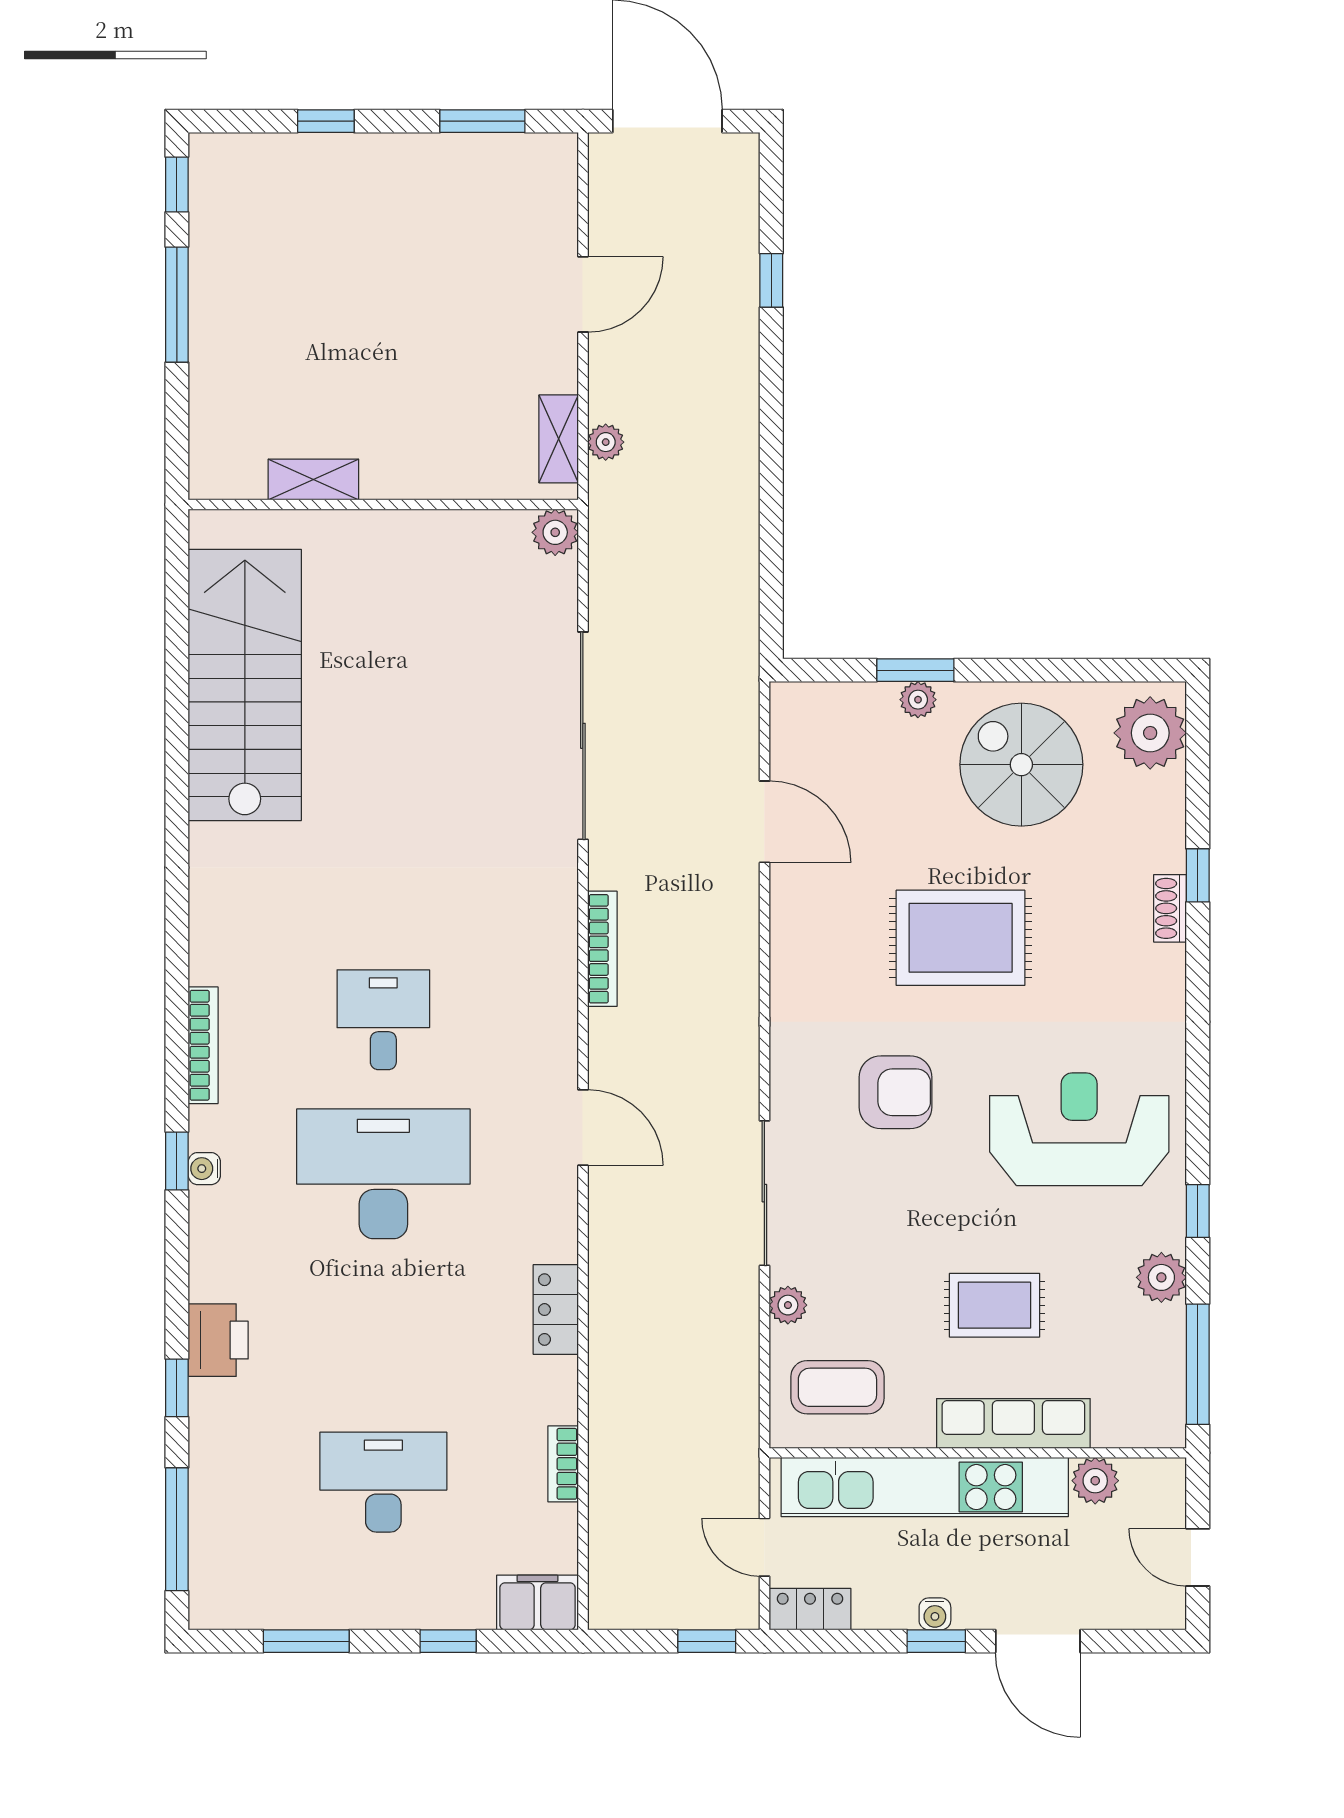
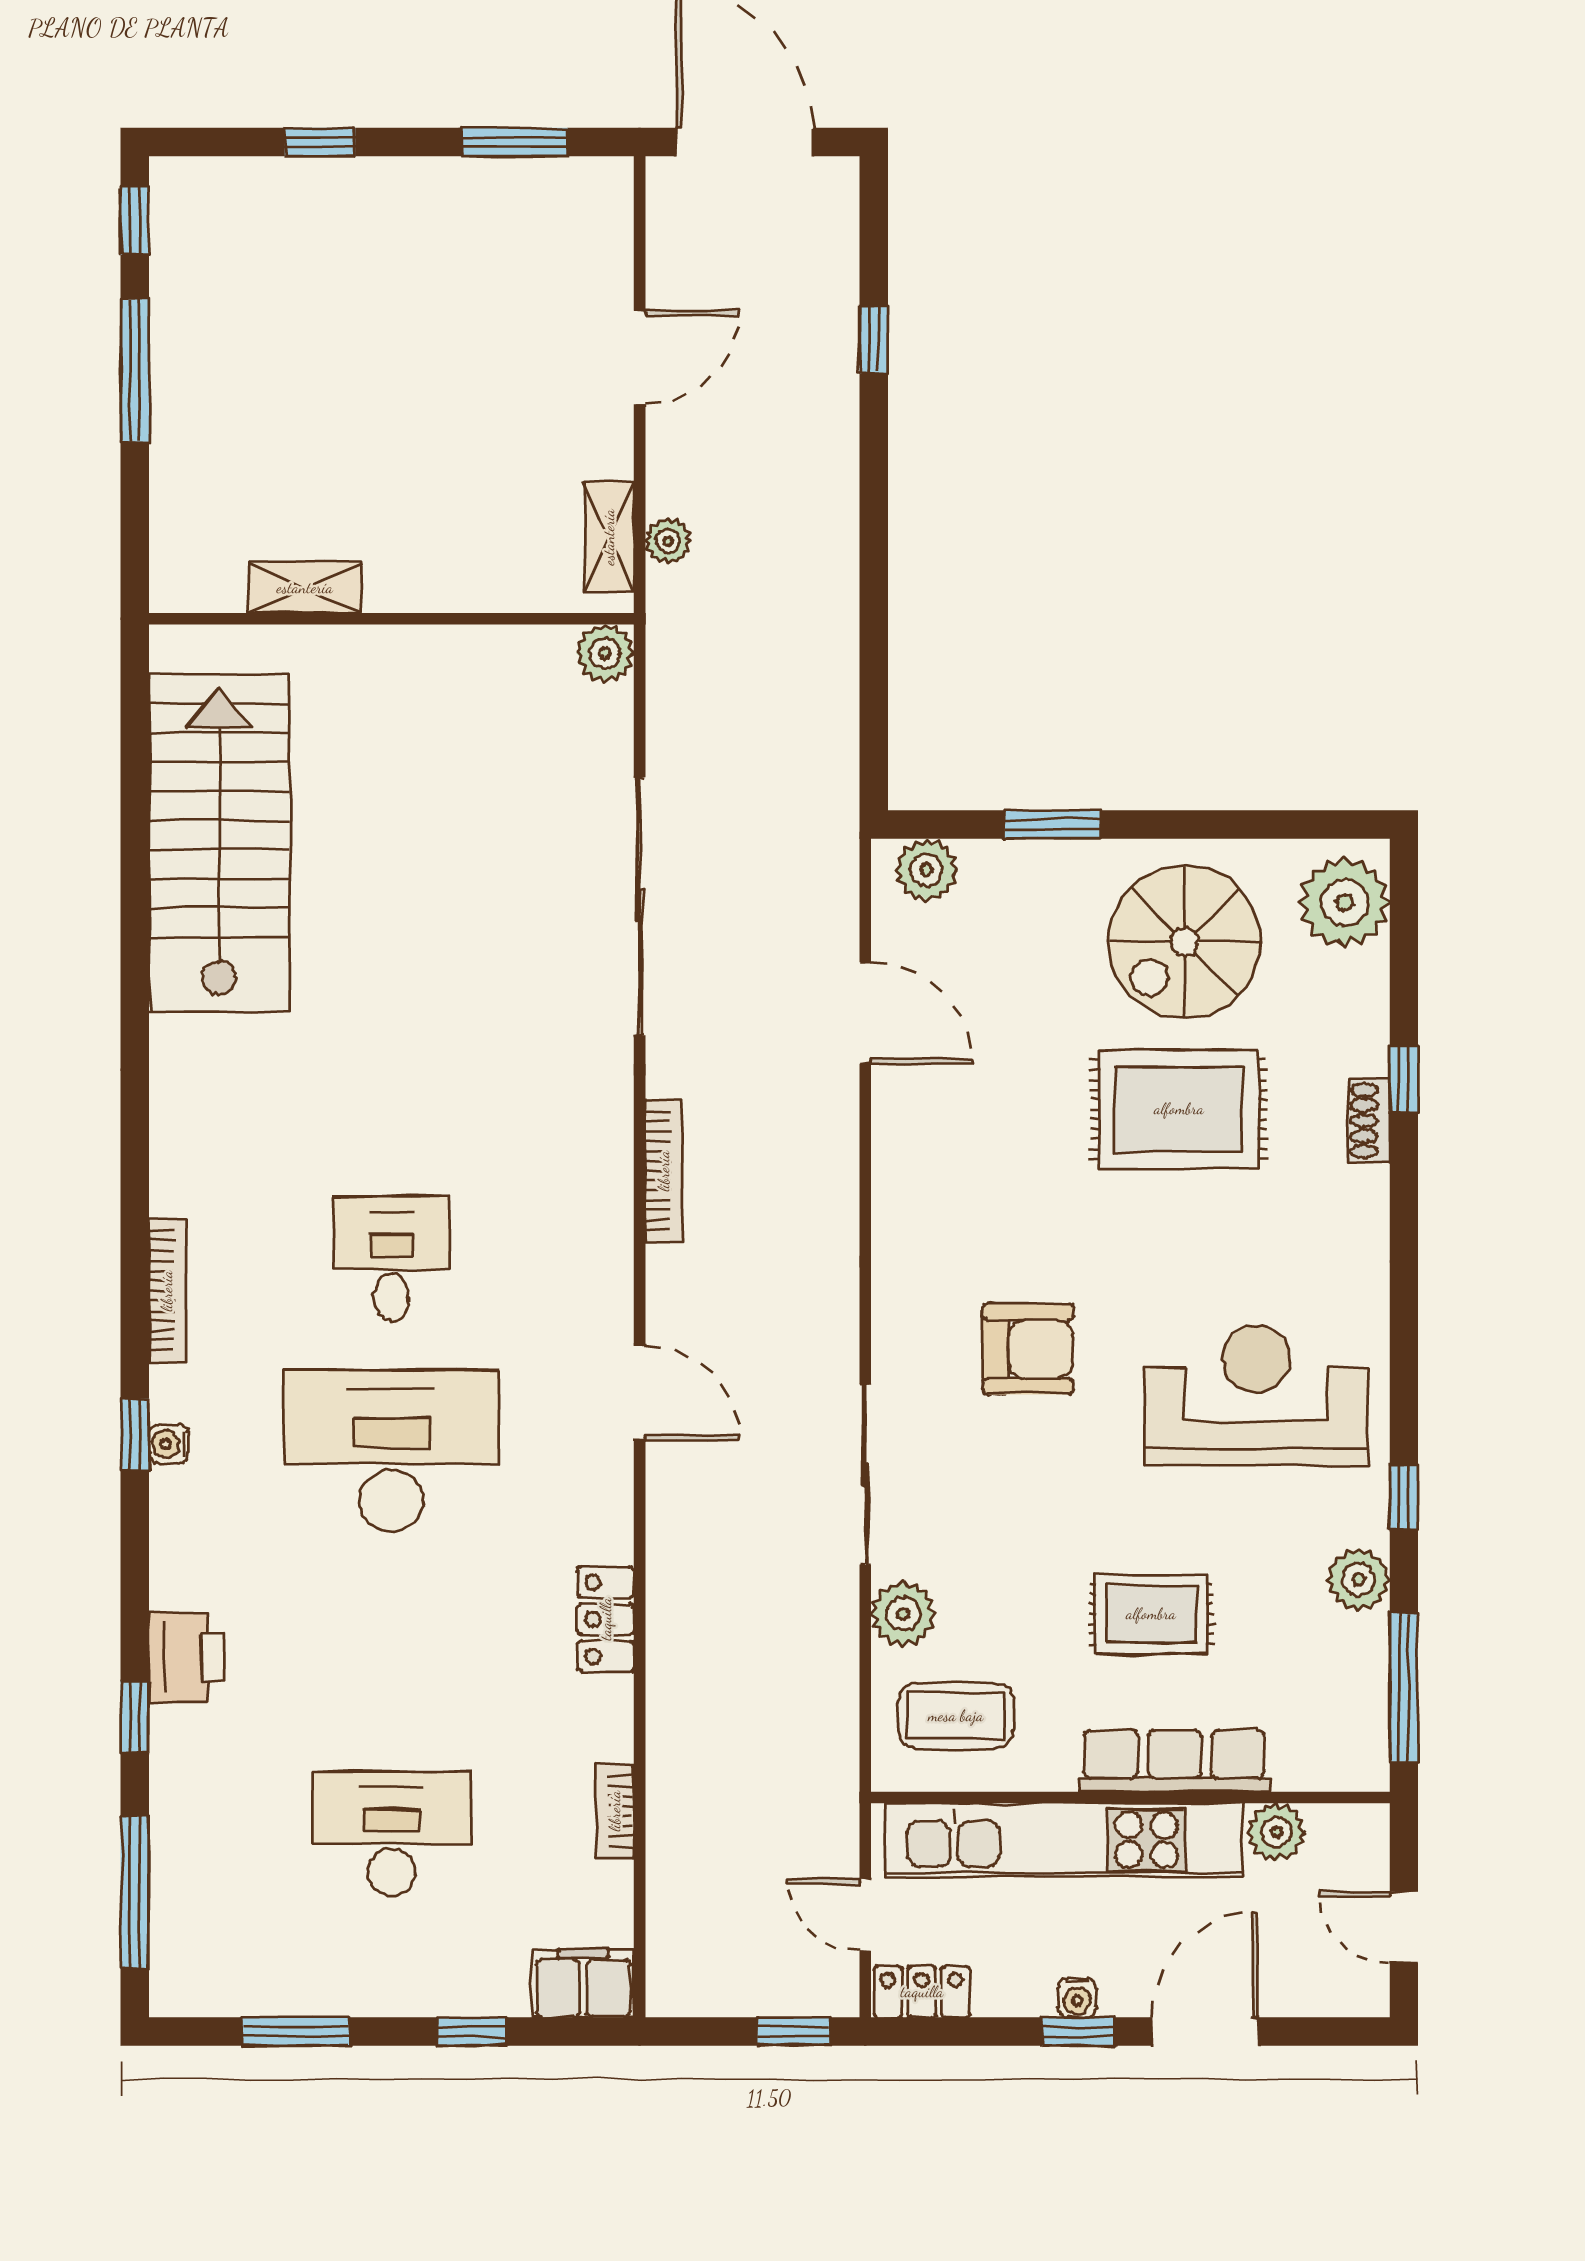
plant: (918, 700) -> (926, 870), moved, width x1.38, depth x1.38
spiral stairs: (1021, 765) -> (1185, 942), turned -90
rug: (961, 938) -> (1179, 1109), moved
plant: (788, 1305) -> (903, 1614), width x1.38, depth x1.38
door: (1038, 1641) -> (1205, 2031), swing flipped

